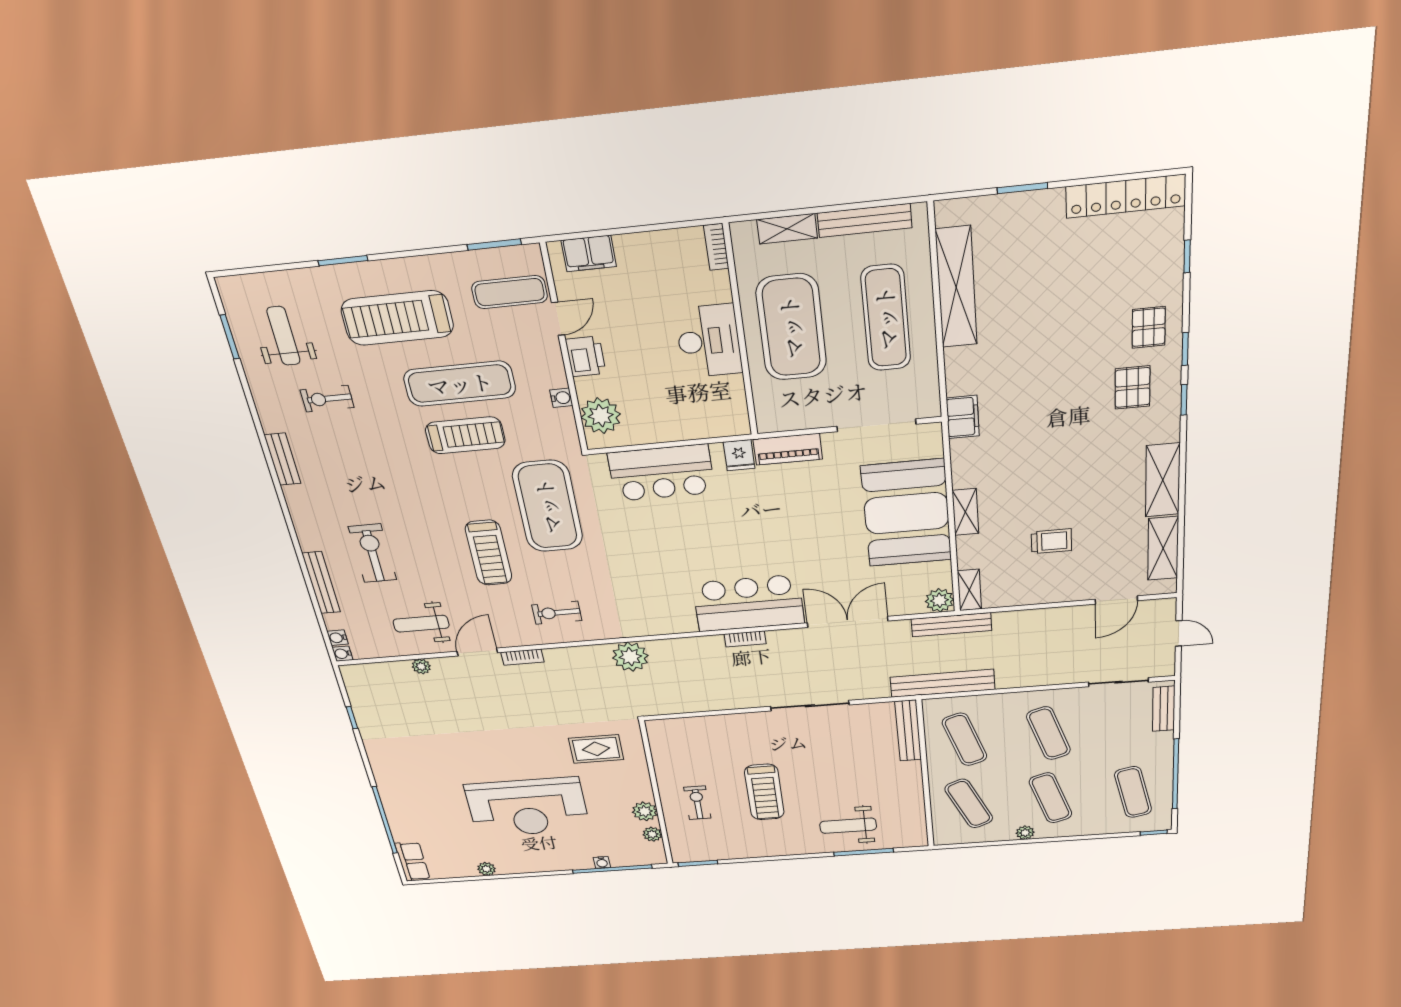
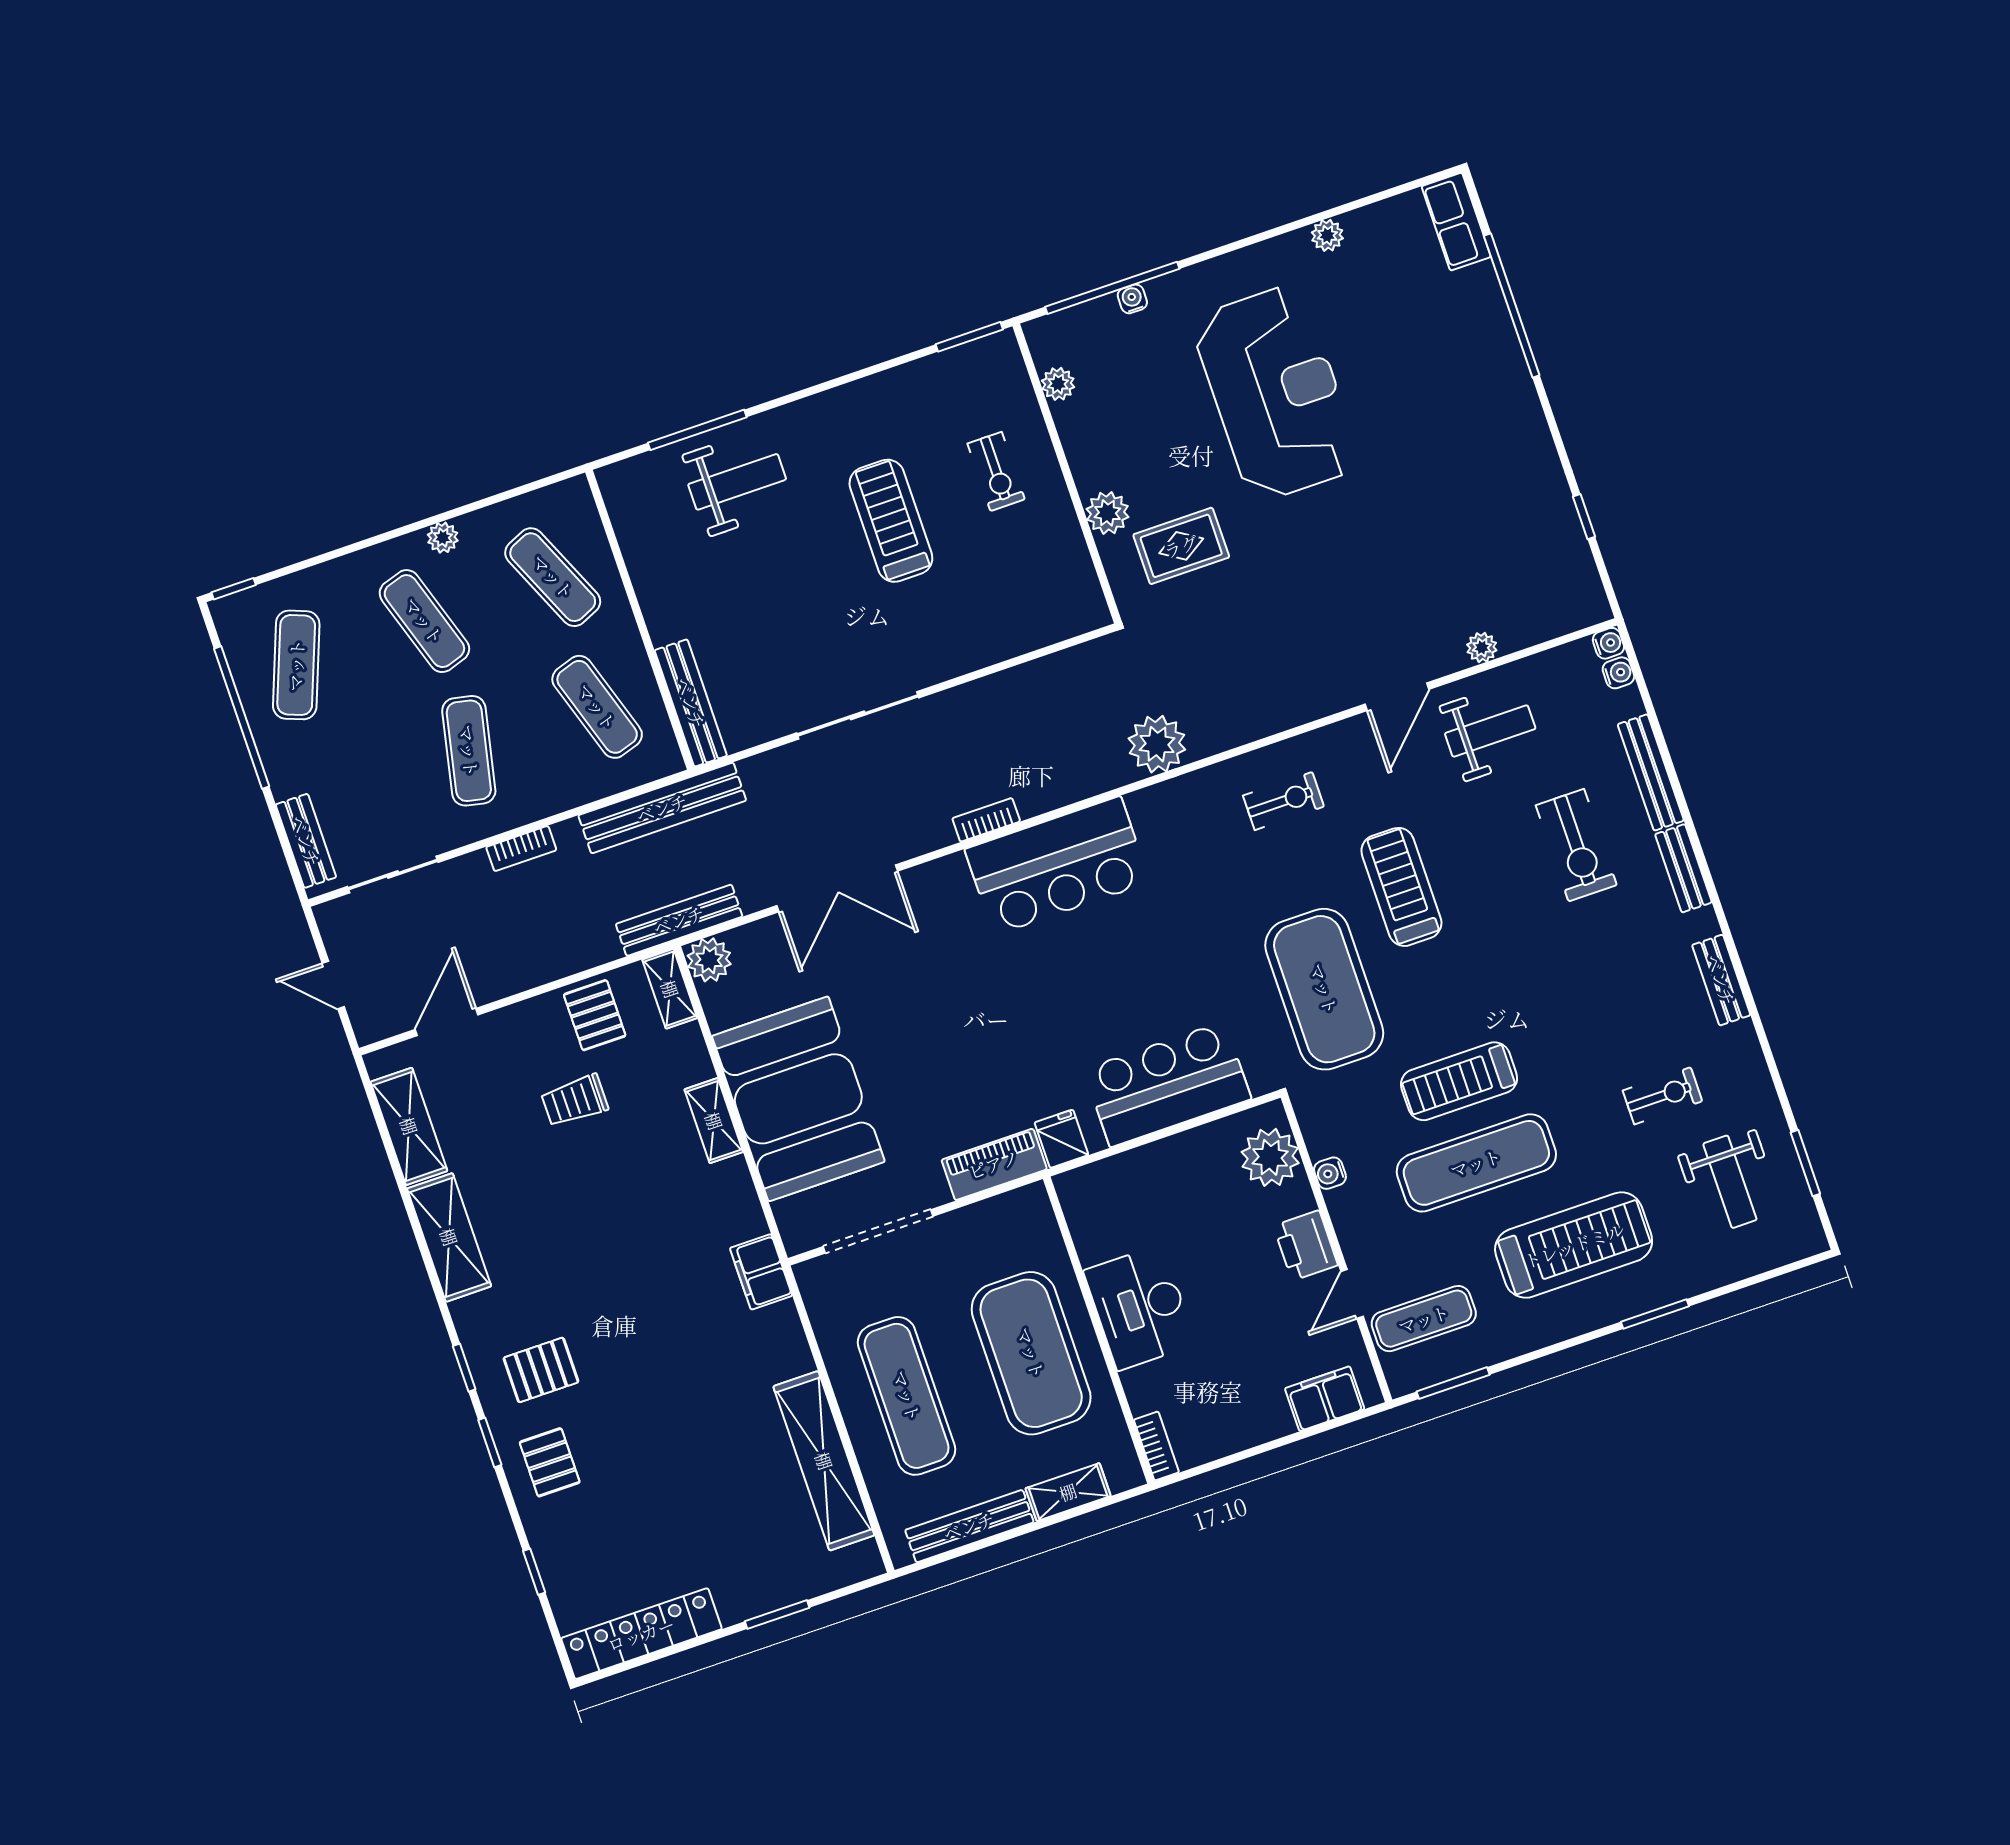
pallet: (1133, 388) -> (541, 1370), turned 90
bench: (304, 527) -> (1683, 868), added
pallet: (1022, 585) -> (595, 1015), added
bar counter: (749, 603) -> (1057, 866), moved
bookcase: (522, 657) -> (521, 849), moved, turned 180
exercise mat: (1049, 733) -> (469, 751), turned 30
exercise mat: (1133, 792) -> (296, 665), turned 33
reception desk: (527, 807) -> (1276, 393), turned 90
plant: (645, 811) -> (1107, 513), moved

